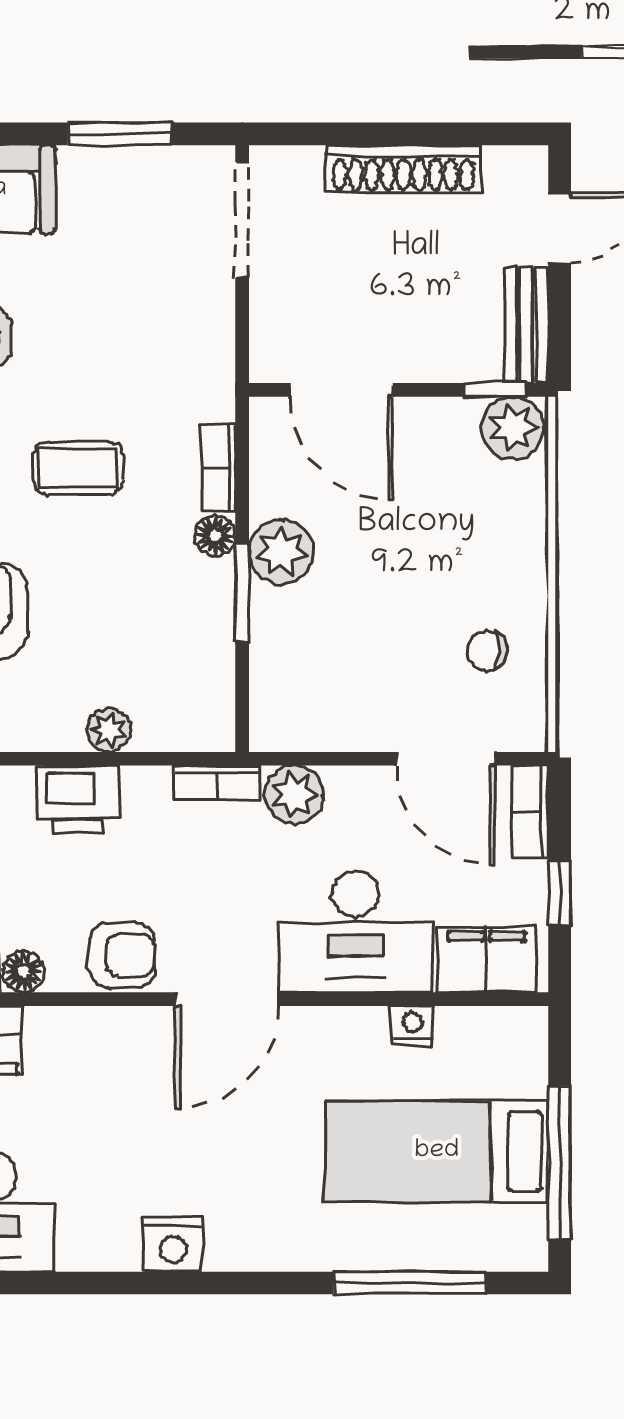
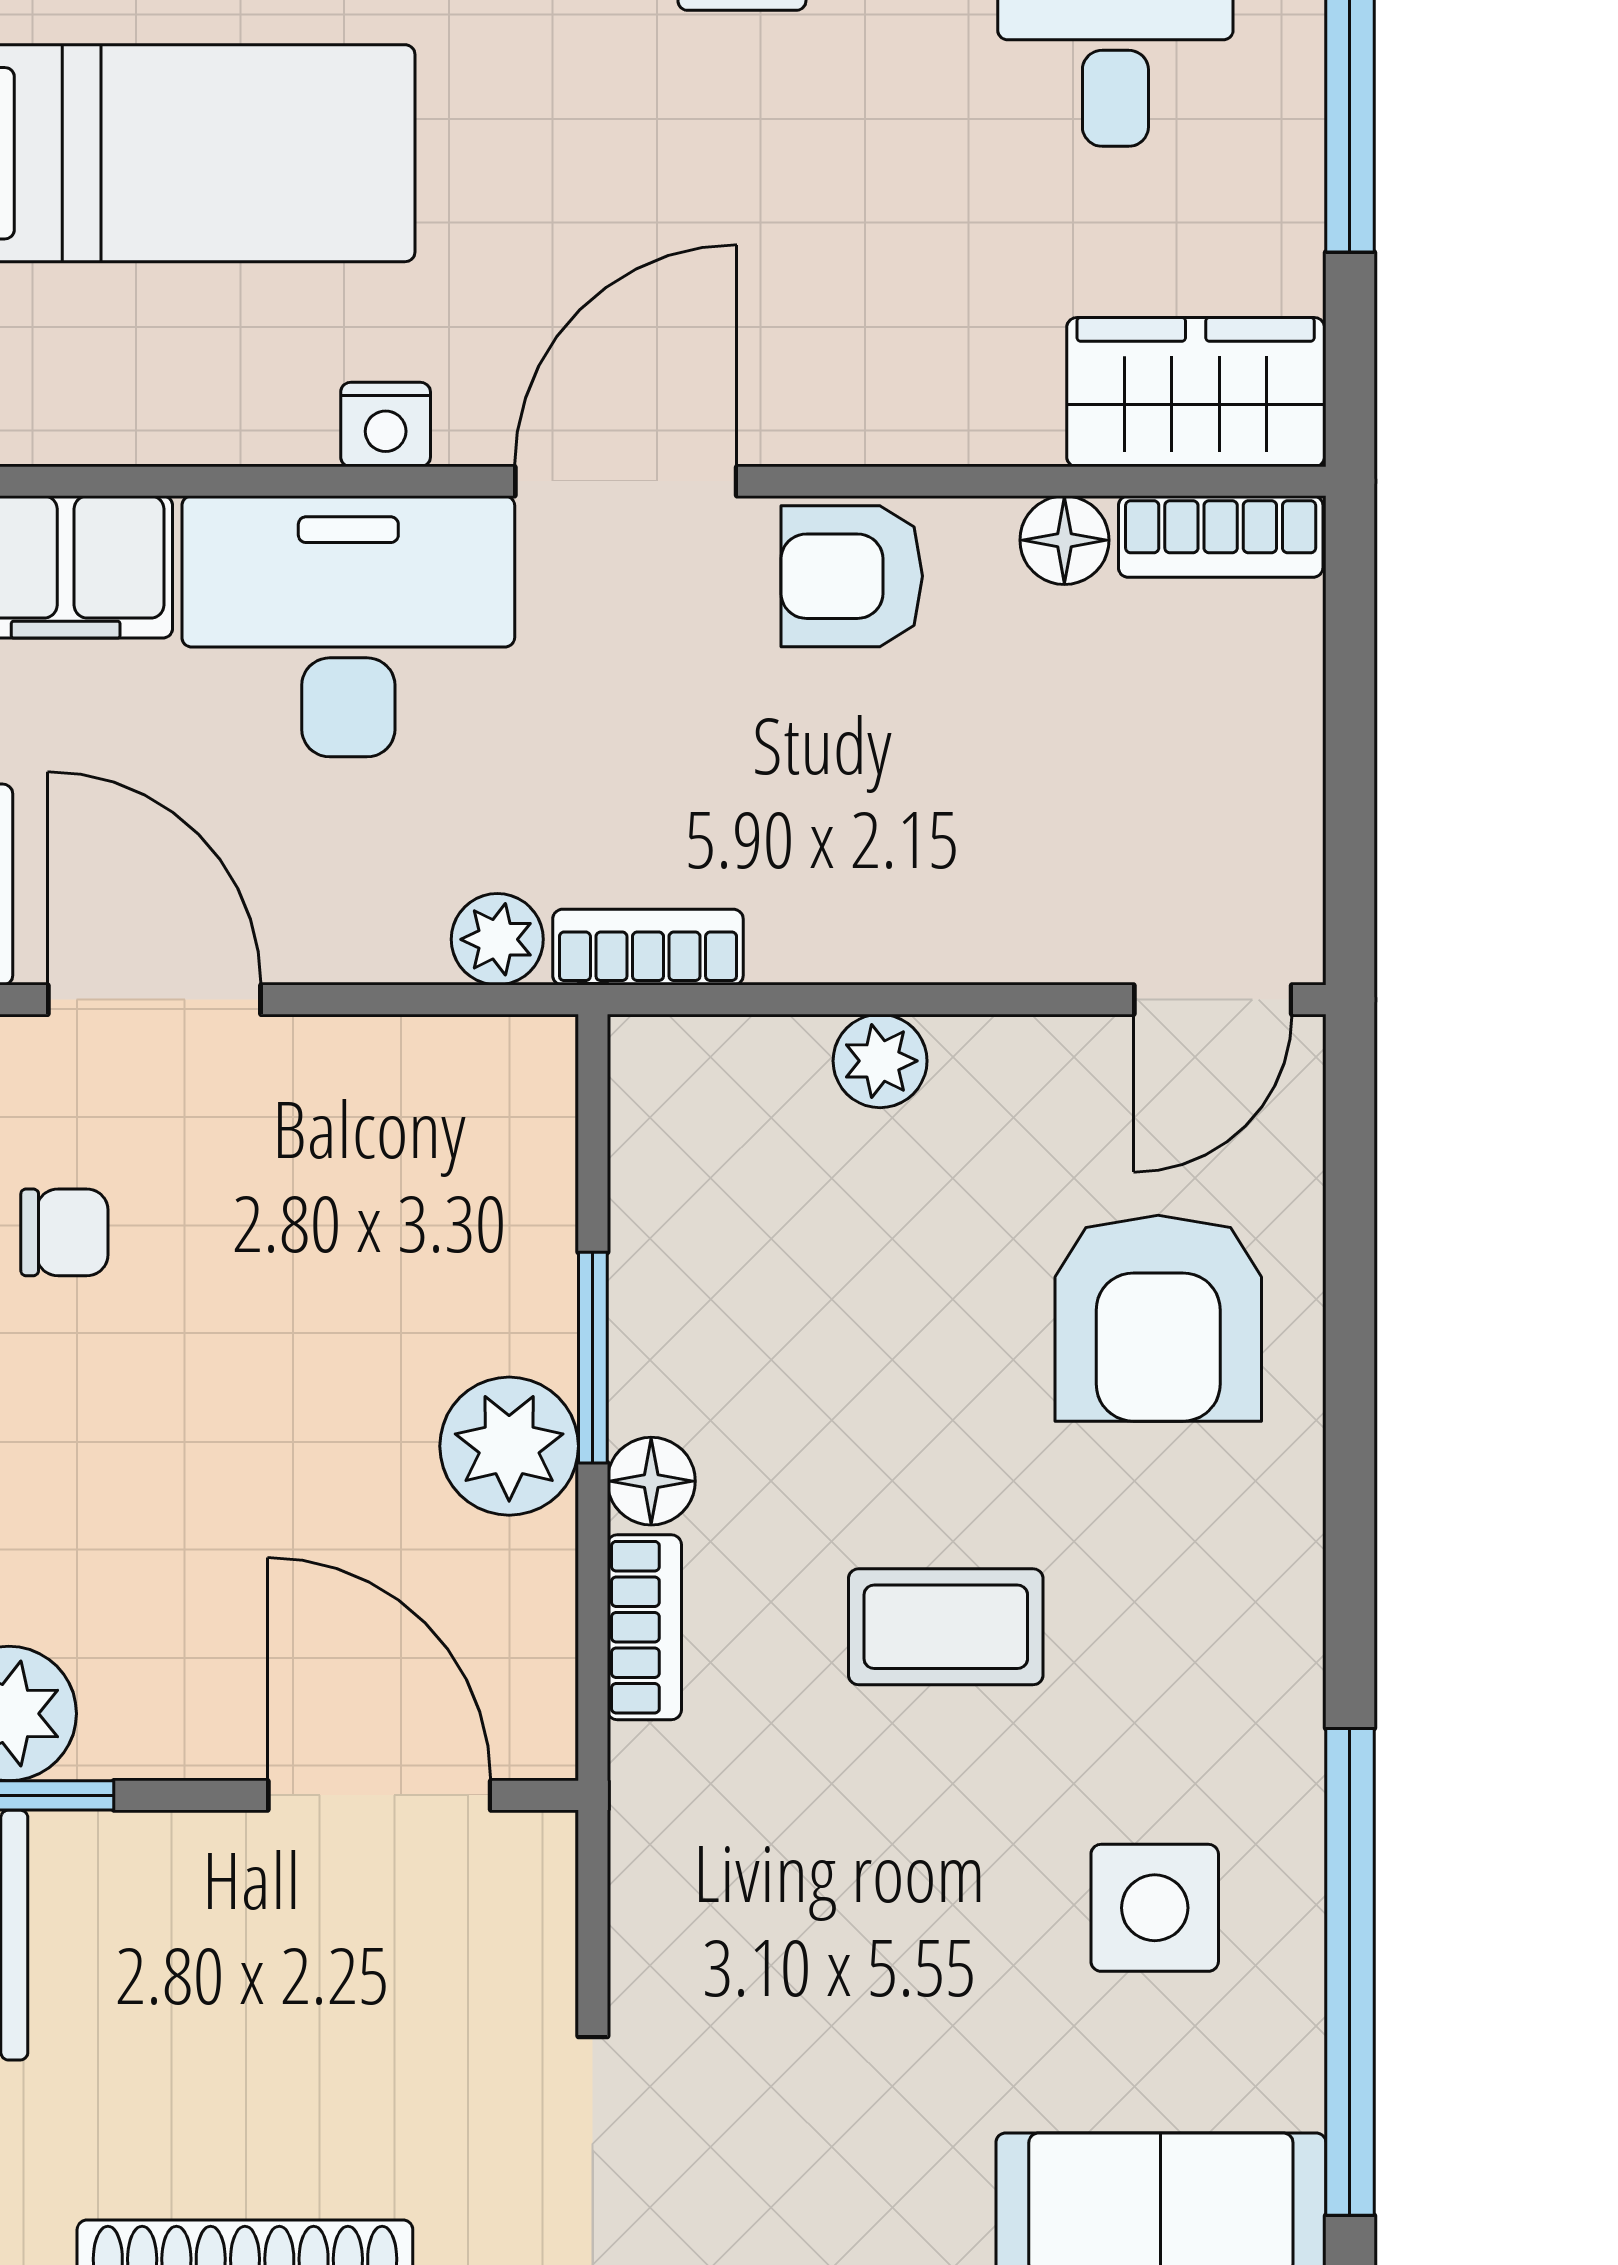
plant: (294, 795) -> (497, 939), width x0.73, depth x0.73
printer: (78, 799) -> (948, 913), removed
nightstand: (413, 1025) -> (386, 425), moved

